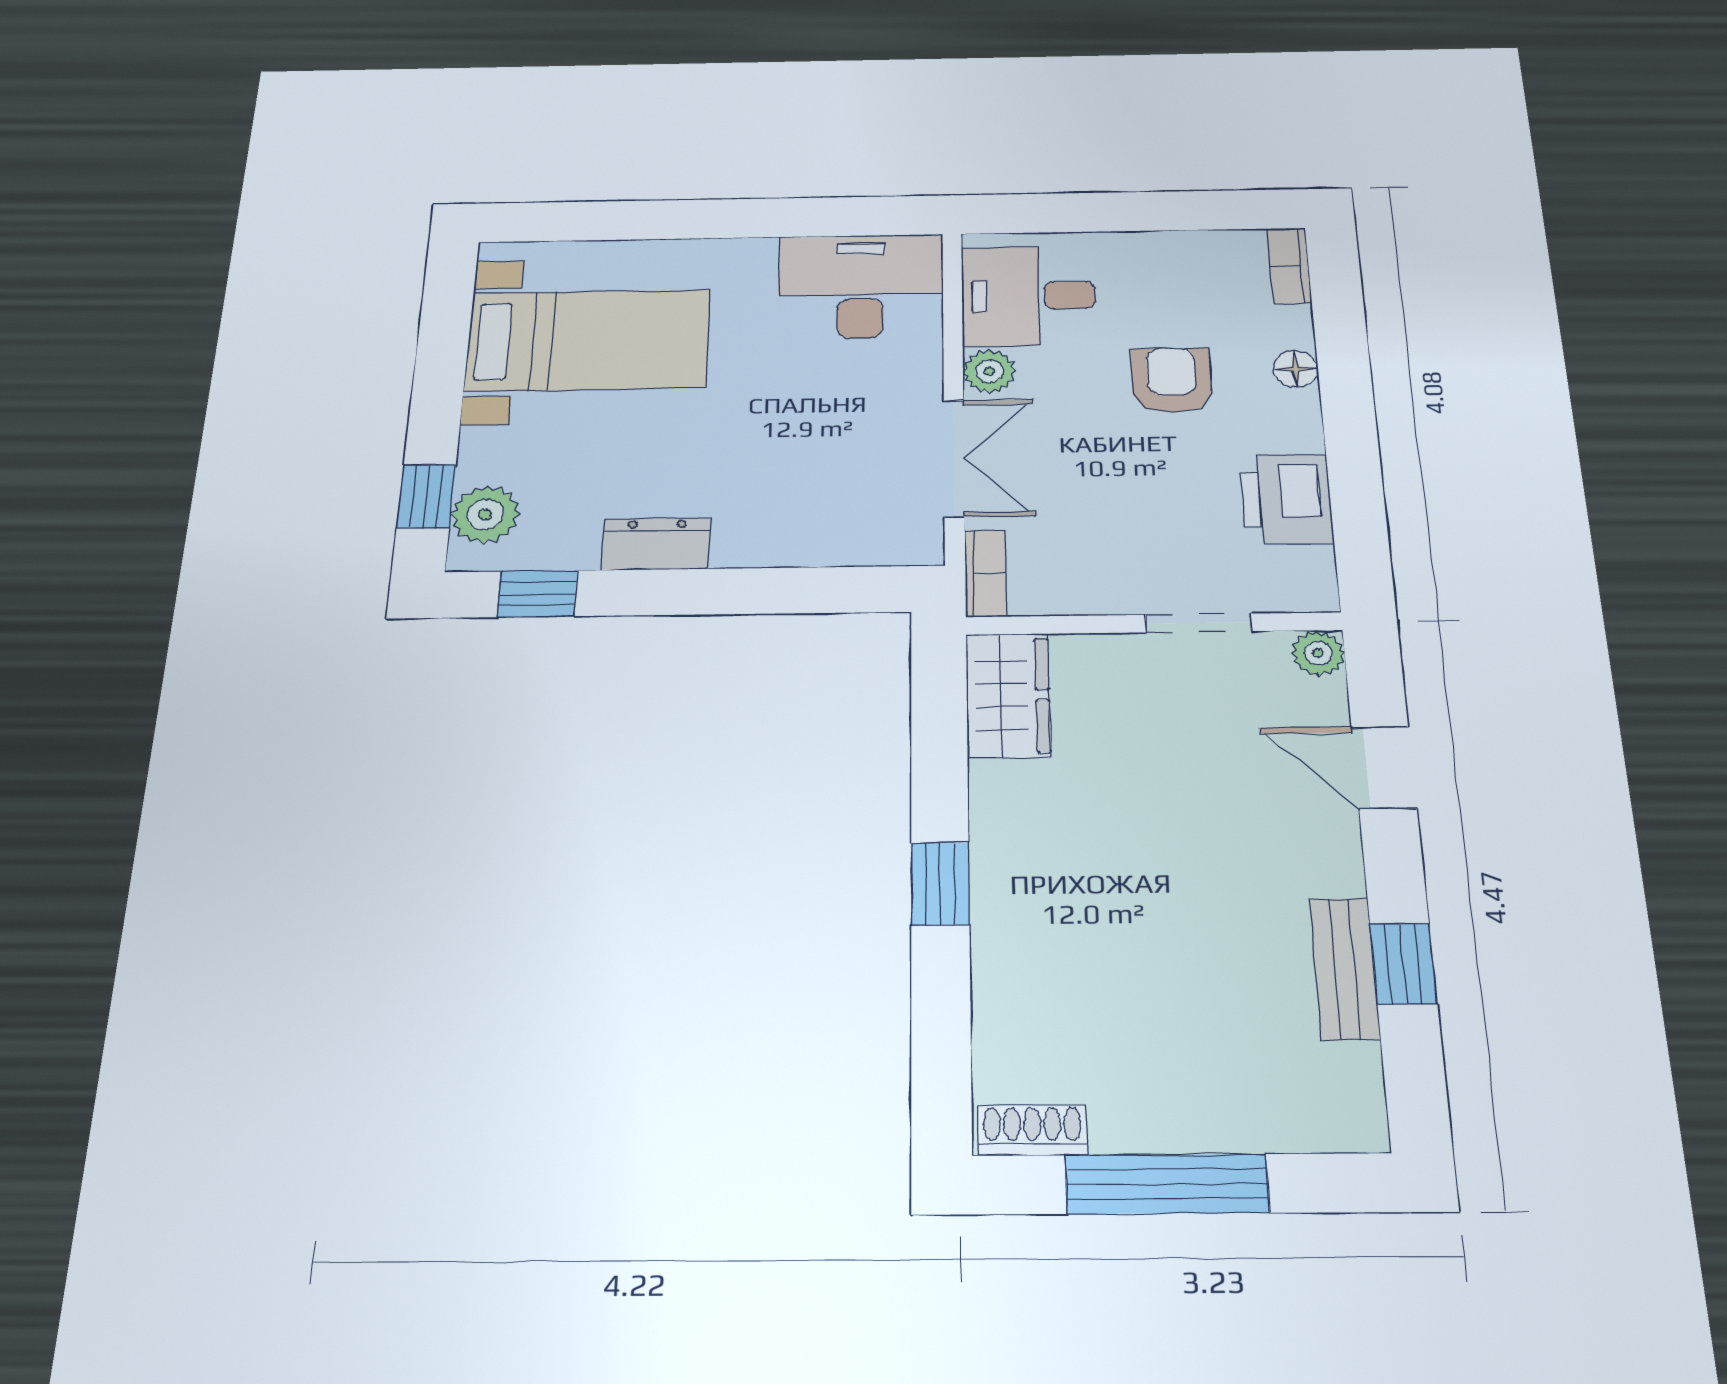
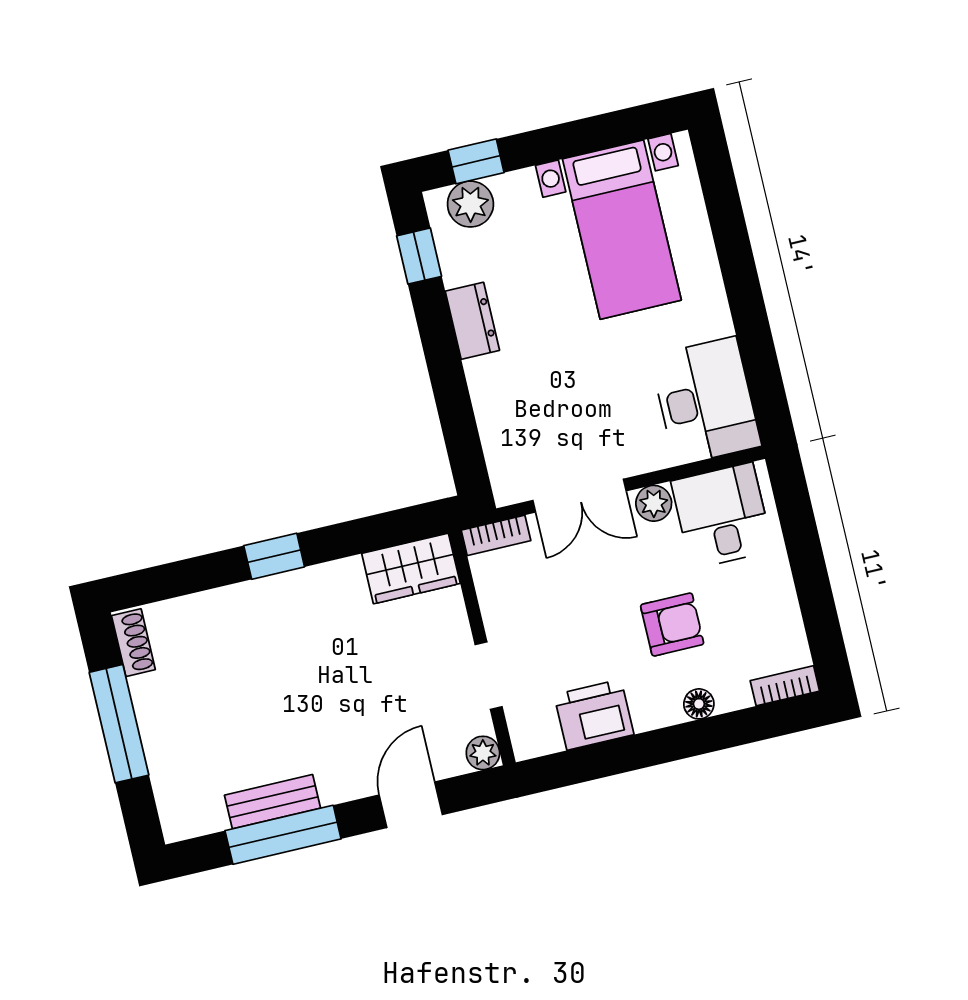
window: (1403, 964) -> (283, 835), width x2.17

